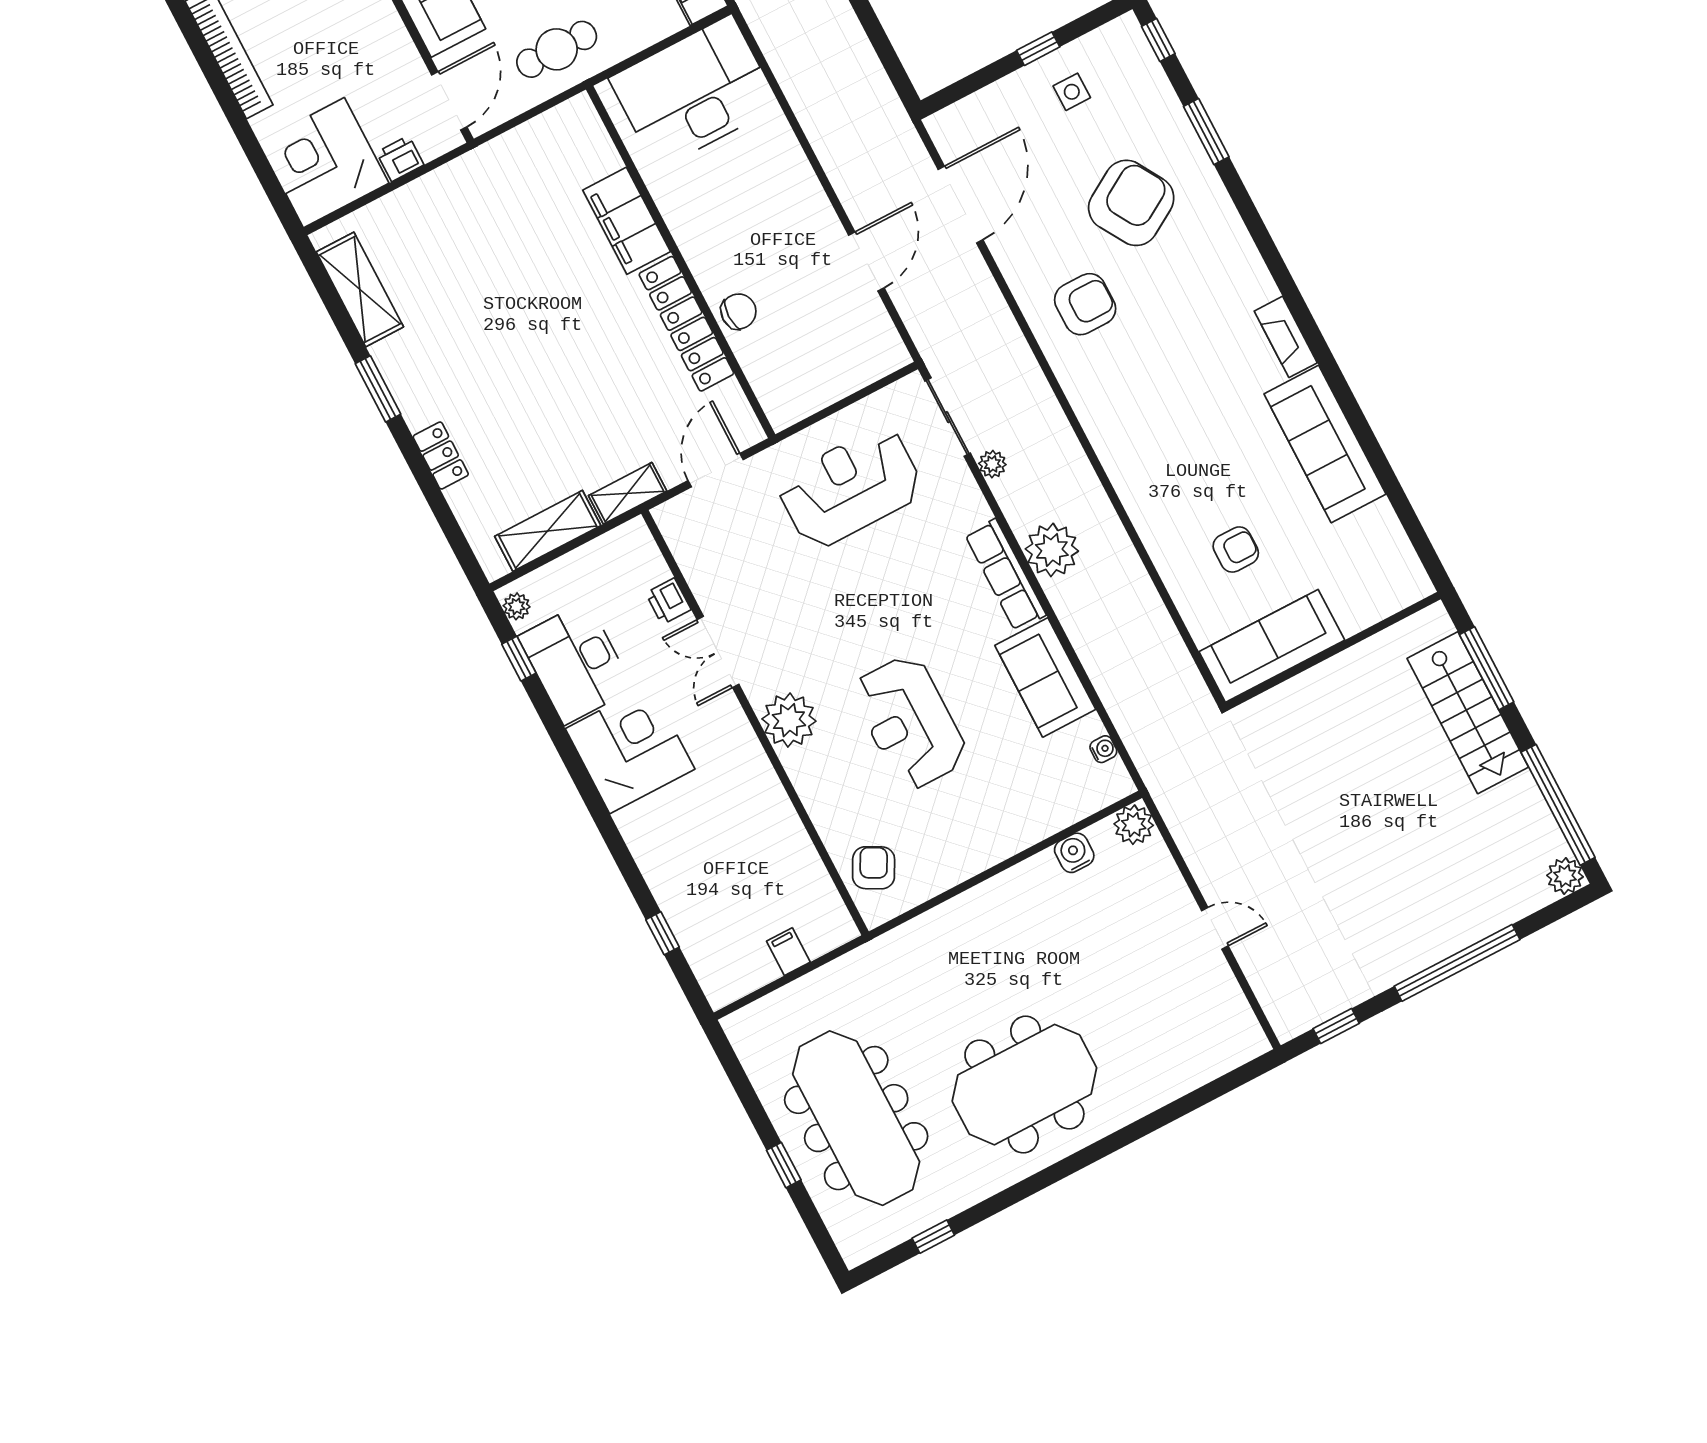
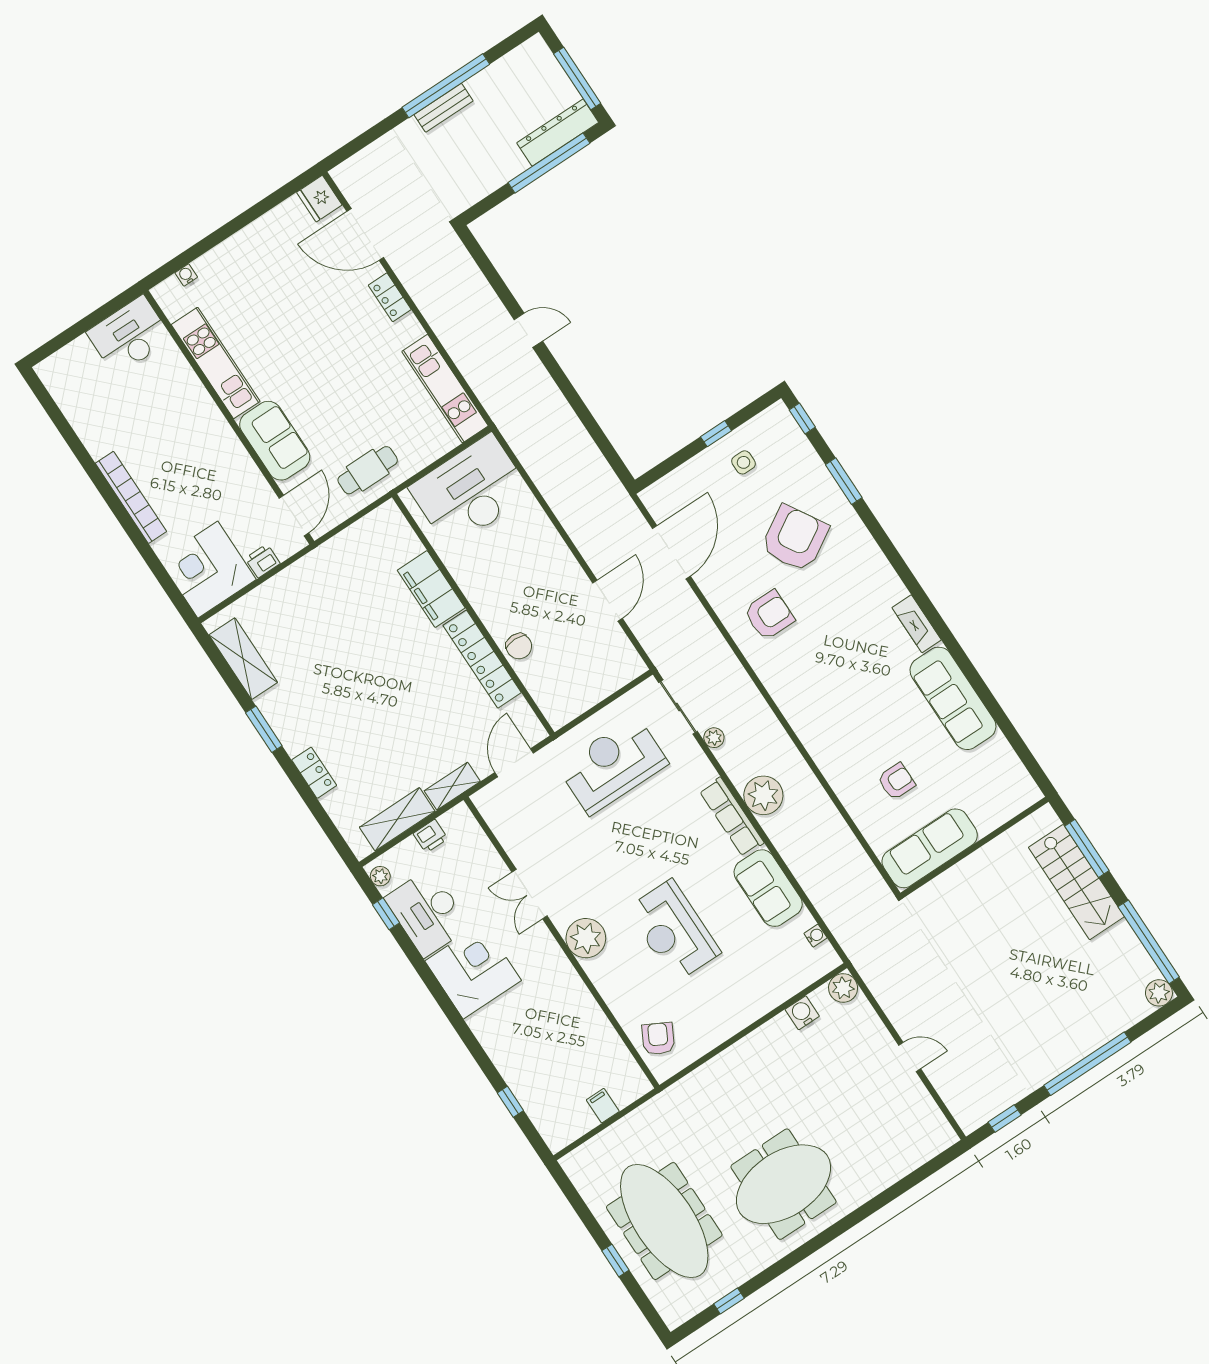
chair: (739, 311) -> (519, 646), turned 90
printer: (668, 601) -> (430, 836), moved, turned -90

